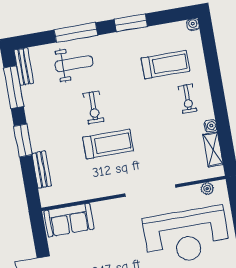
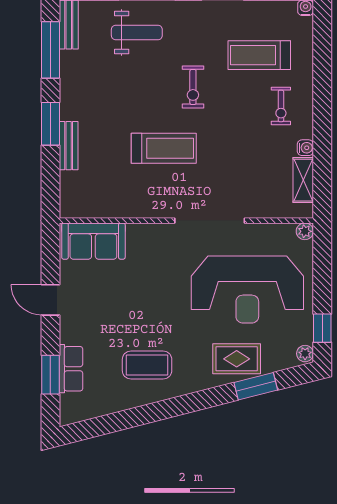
treadmill: (165, 65) -> (259, 55), turned 180
exercise bike: (94, 107) -> (193, 87), moved
bench: (42, 170) -> (69, 146), moved
plant: (207, 189) -> (305, 231), moved

